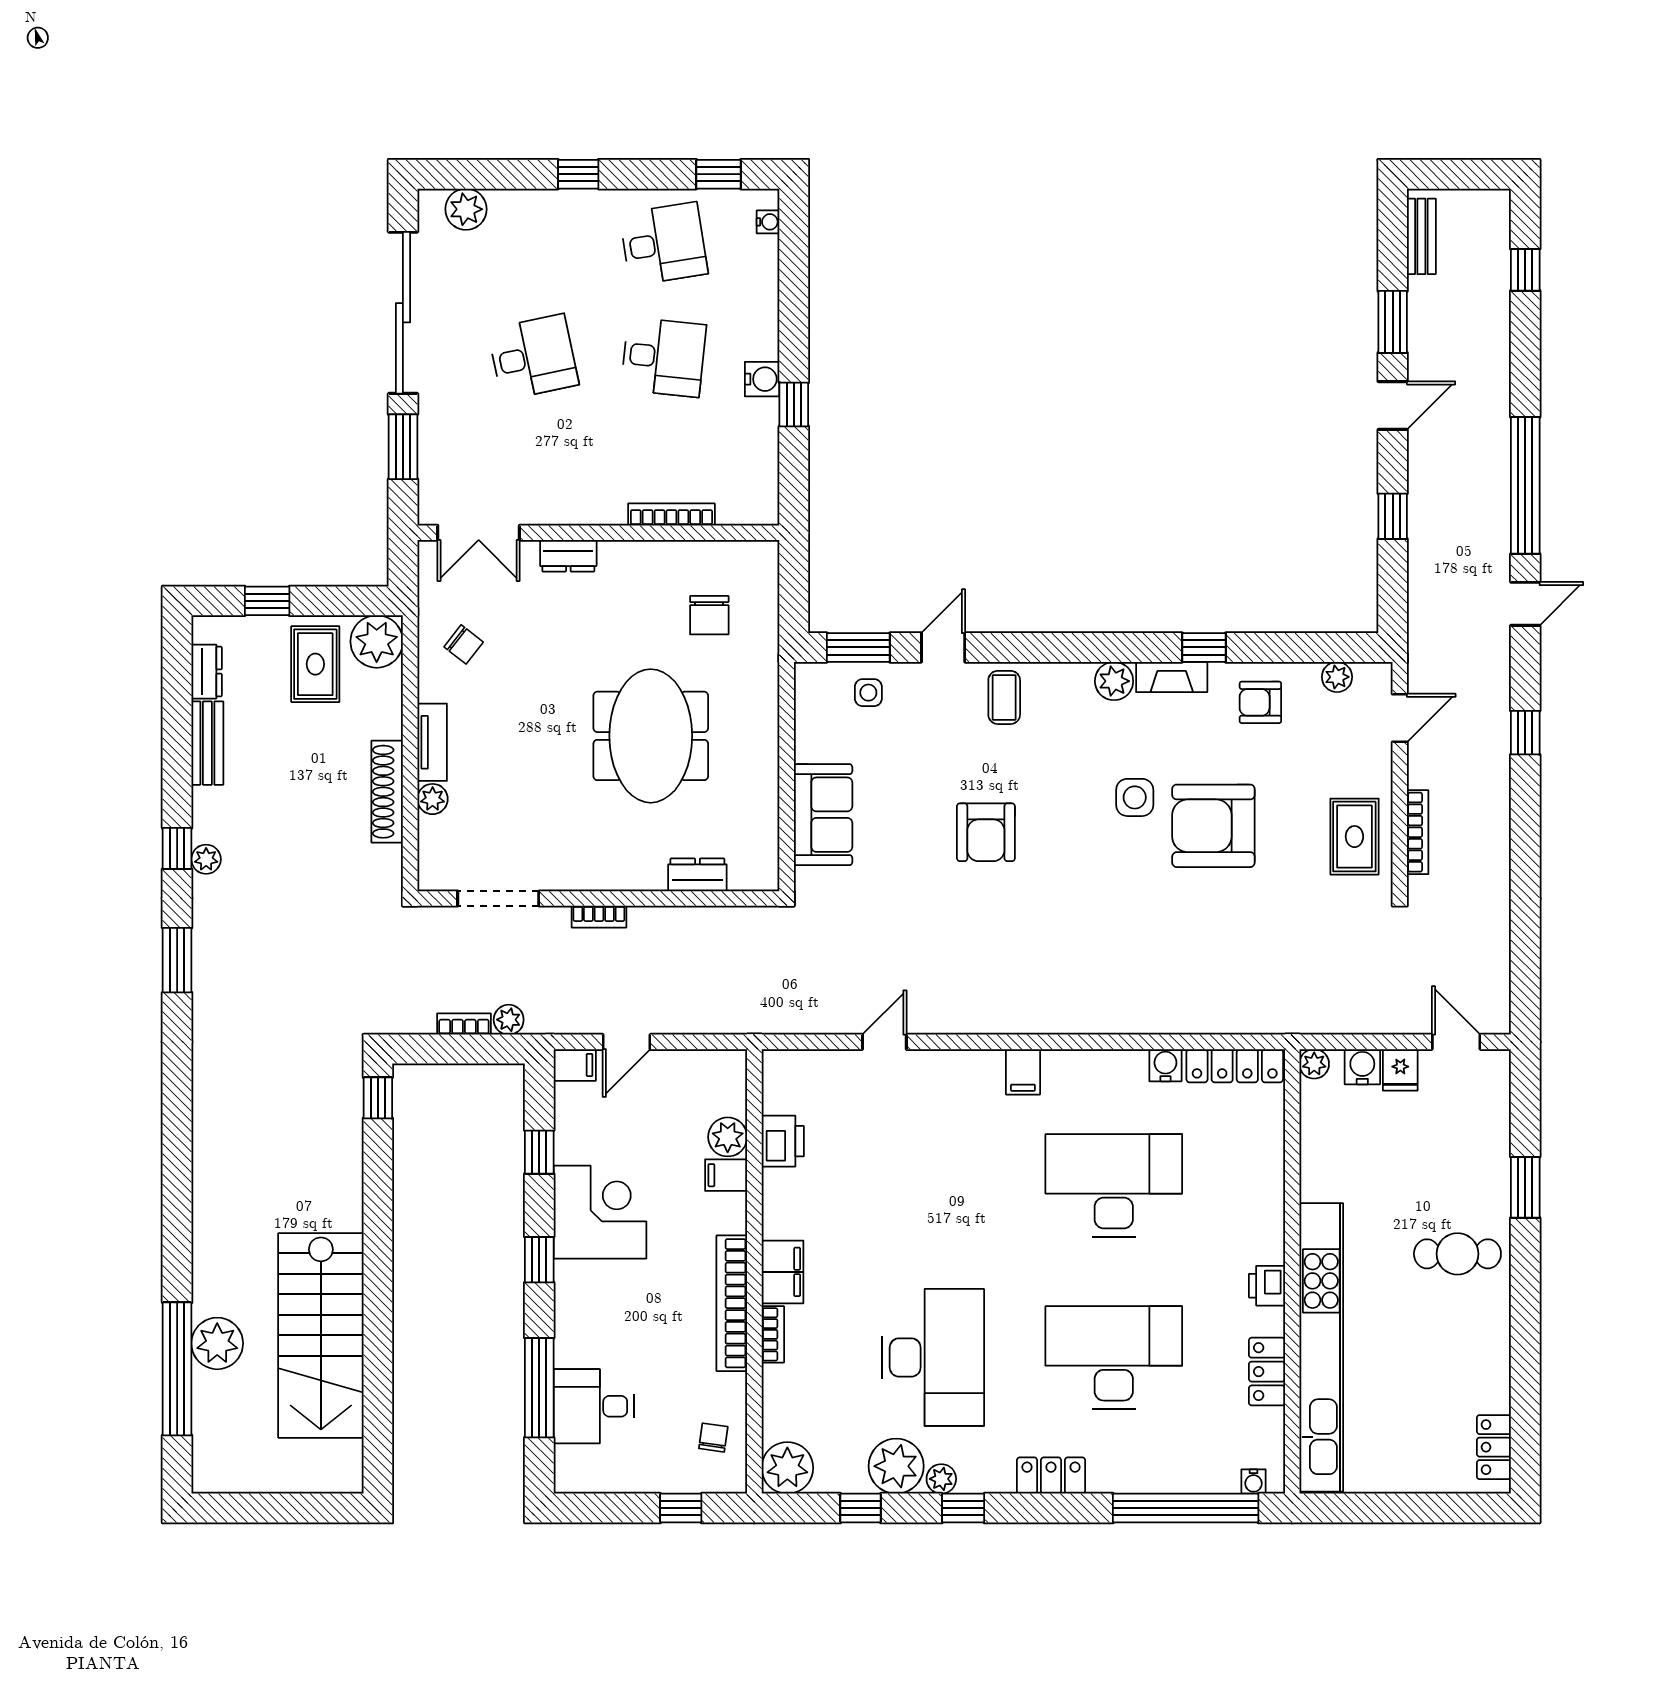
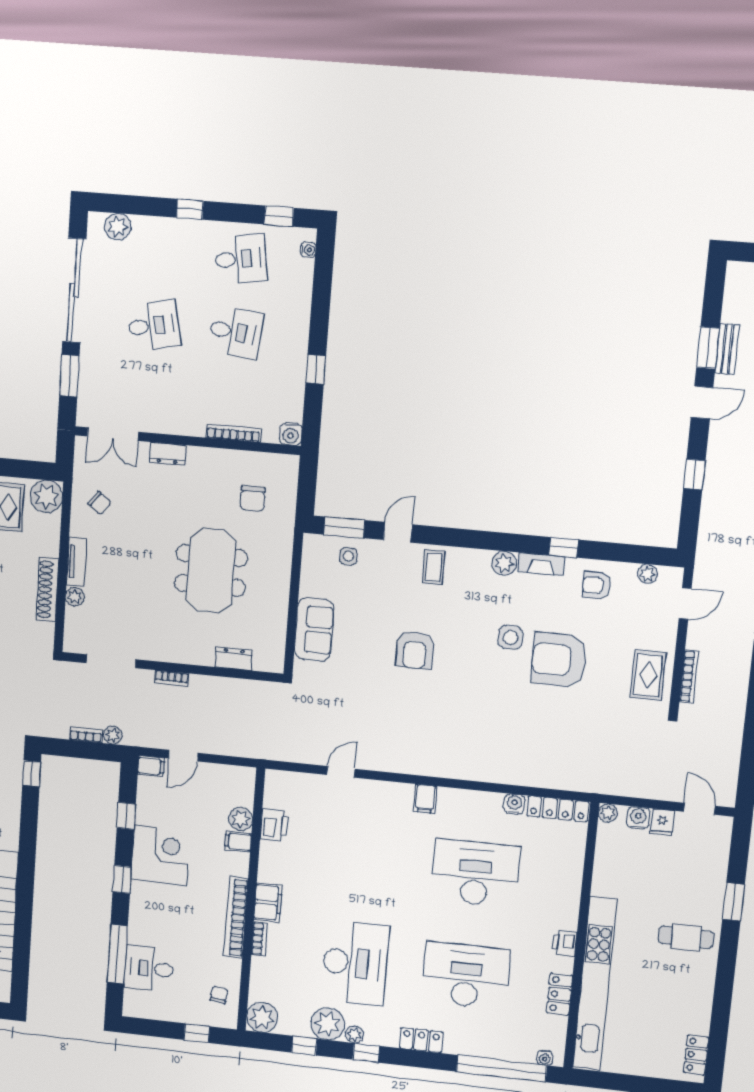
bench: (1421, 236) -> (727, 349), moved
water cooler: (762, 379) -> (291, 434), moved, turned 90

